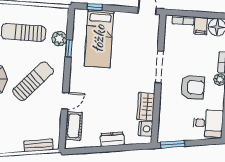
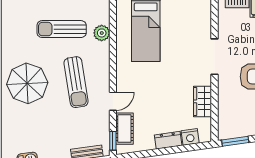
window: (69, 49) -> (113, 141), moved
sun lounger: (33, 81) -> (76, 82), turned 128
nightstand: (145, 129) -> (190, 137), moved, turned 82

